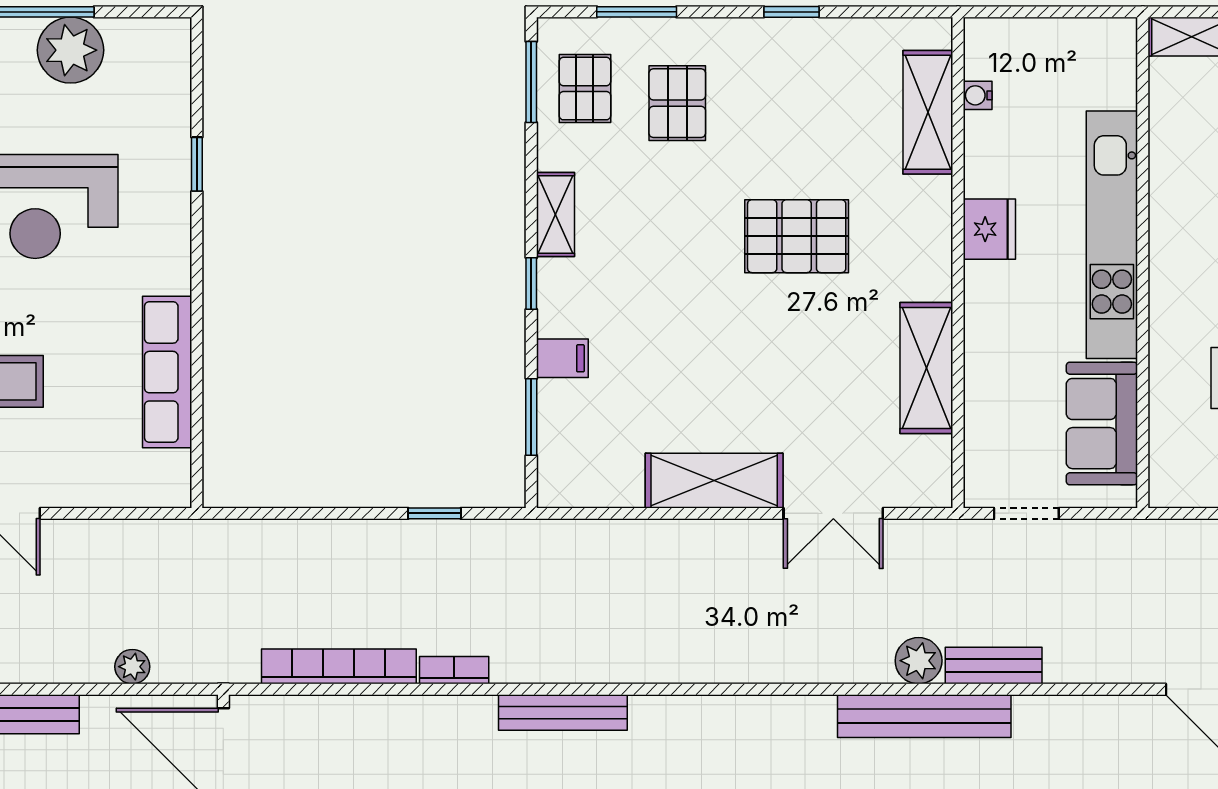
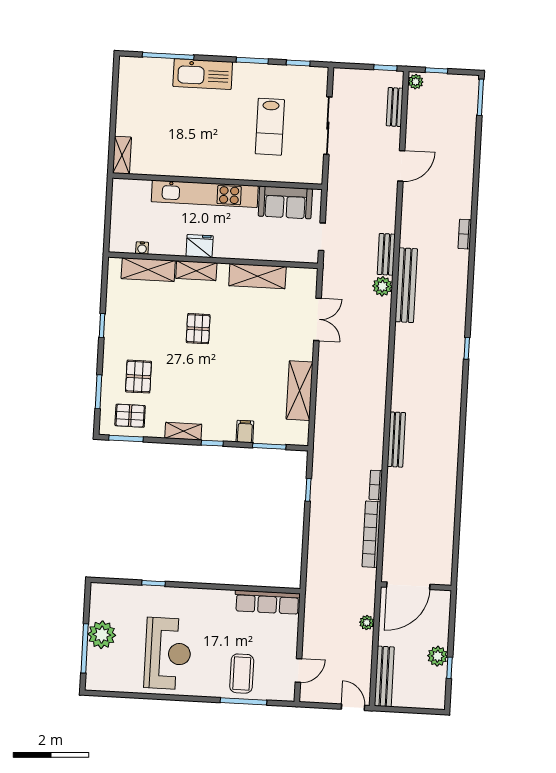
pallet: (677, 103) -> (138, 377), turned 90
shelving: (932, 225) -> (196, 271), added
pallet: (797, 236) -> (198, 329), width x0.67, depth x0.71
row of seats: (167, 372) -> (267, 602), moved
shelving: (714, 481) -> (300, 391), moved

